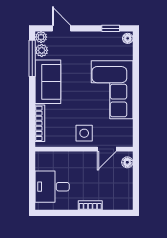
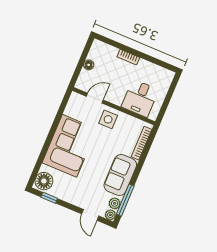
floor lamp: (128, 38) -> (44, 181), width x1.89, depth x1.89
floor lamp: (127, 162) -> (89, 65), moved
desk: (52, 187) -> (140, 98), moved, turned 90

